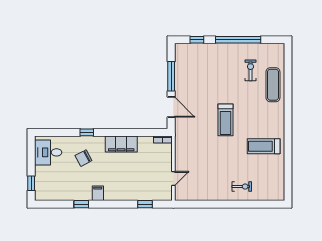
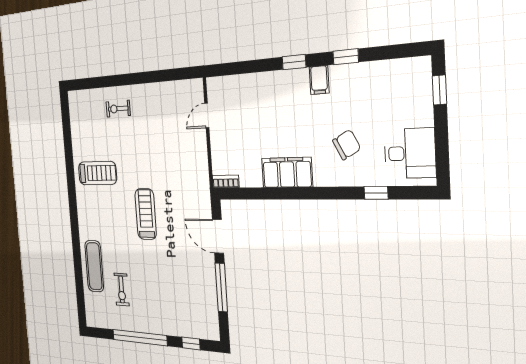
window: (87, 132) -> (376, 193), moved
window: (145, 204) -> (294, 62), moved

